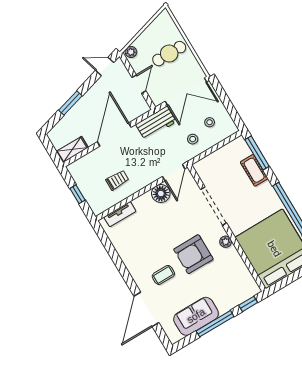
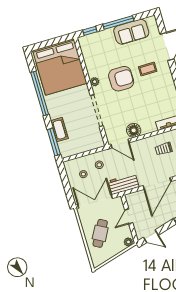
cafe table: (169, 54) -> (100, 233), turned -61
door: (174, 173) -> (120, 143), swing flipped

